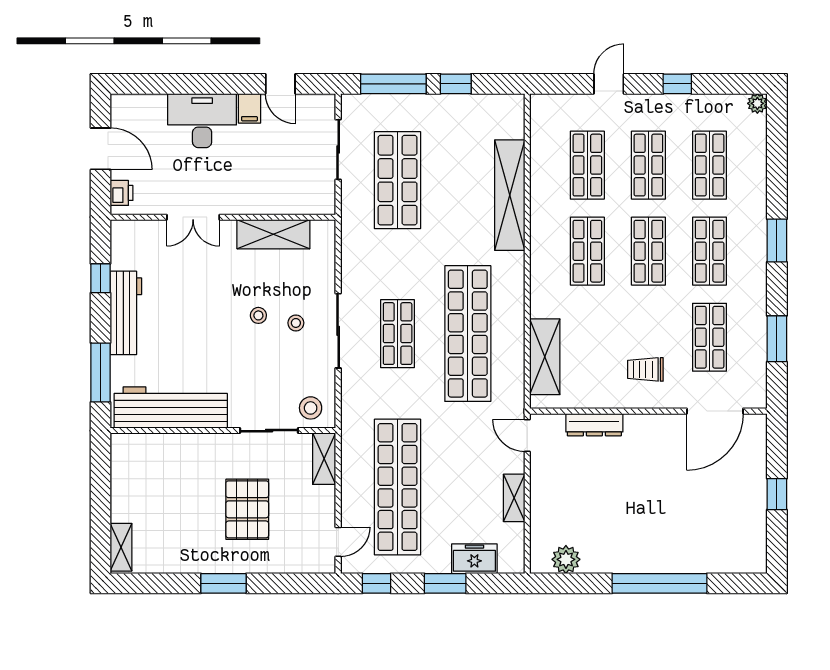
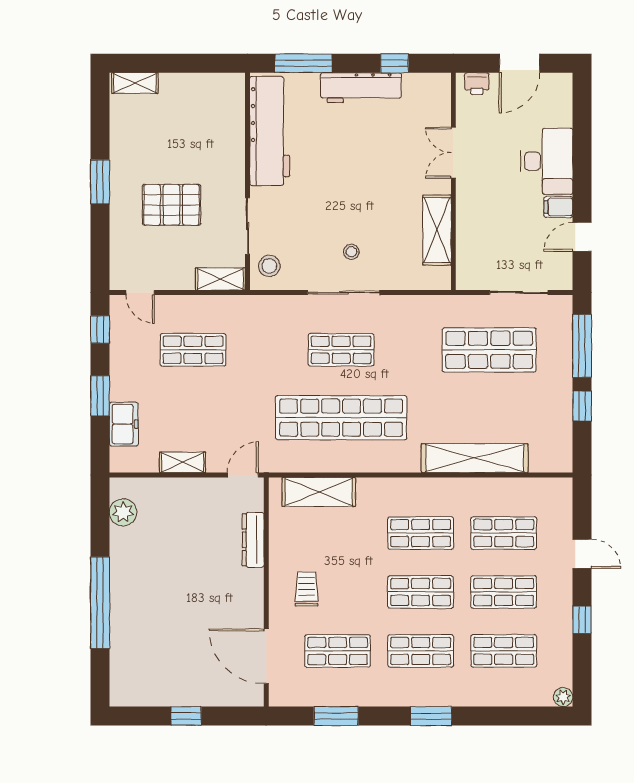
stool: (258, 315) -> (359, 216), removed
shop shelf: (398, 487) -> (193, 350), width x0.50, depth x0.74

